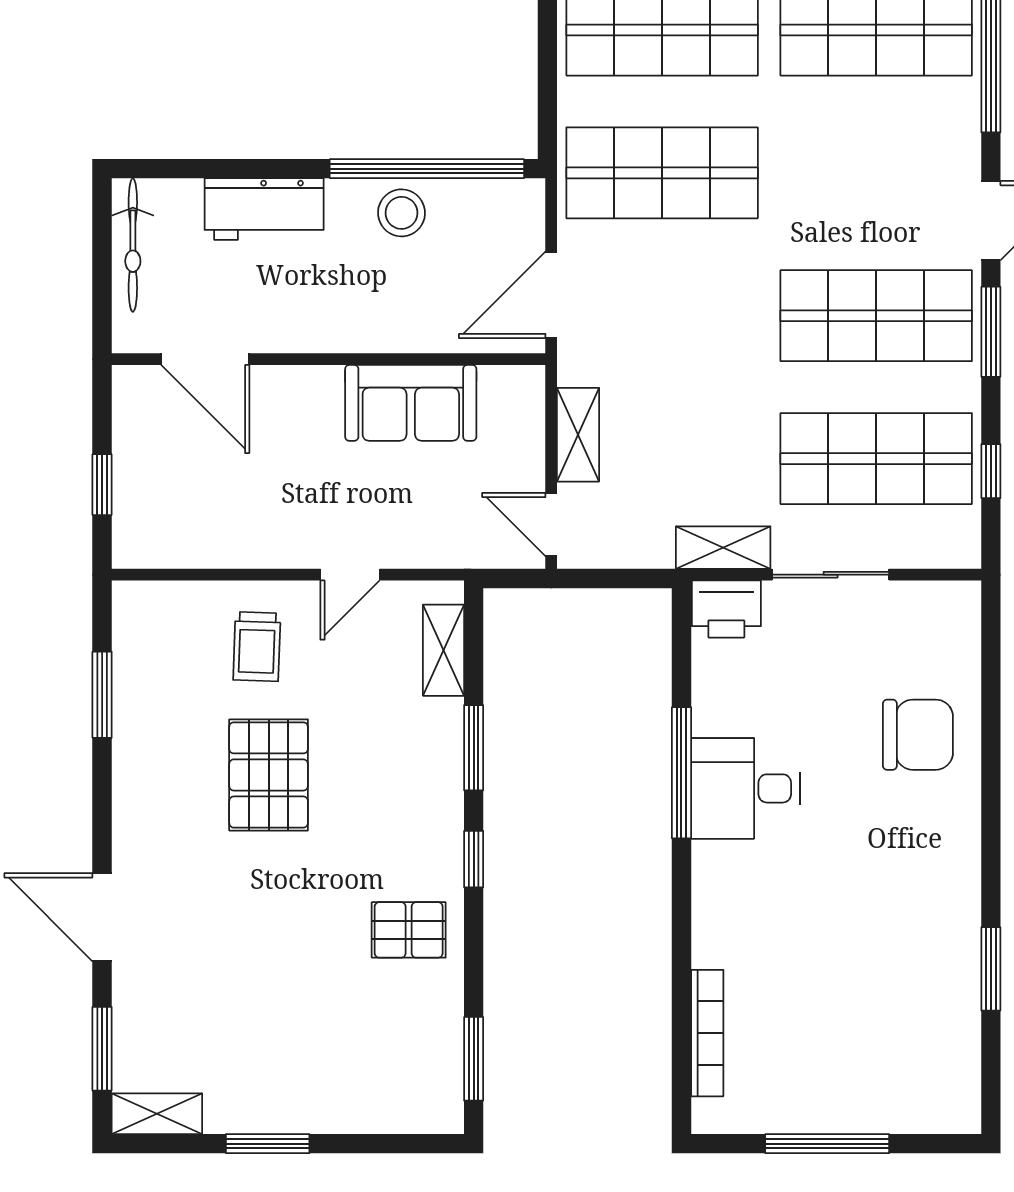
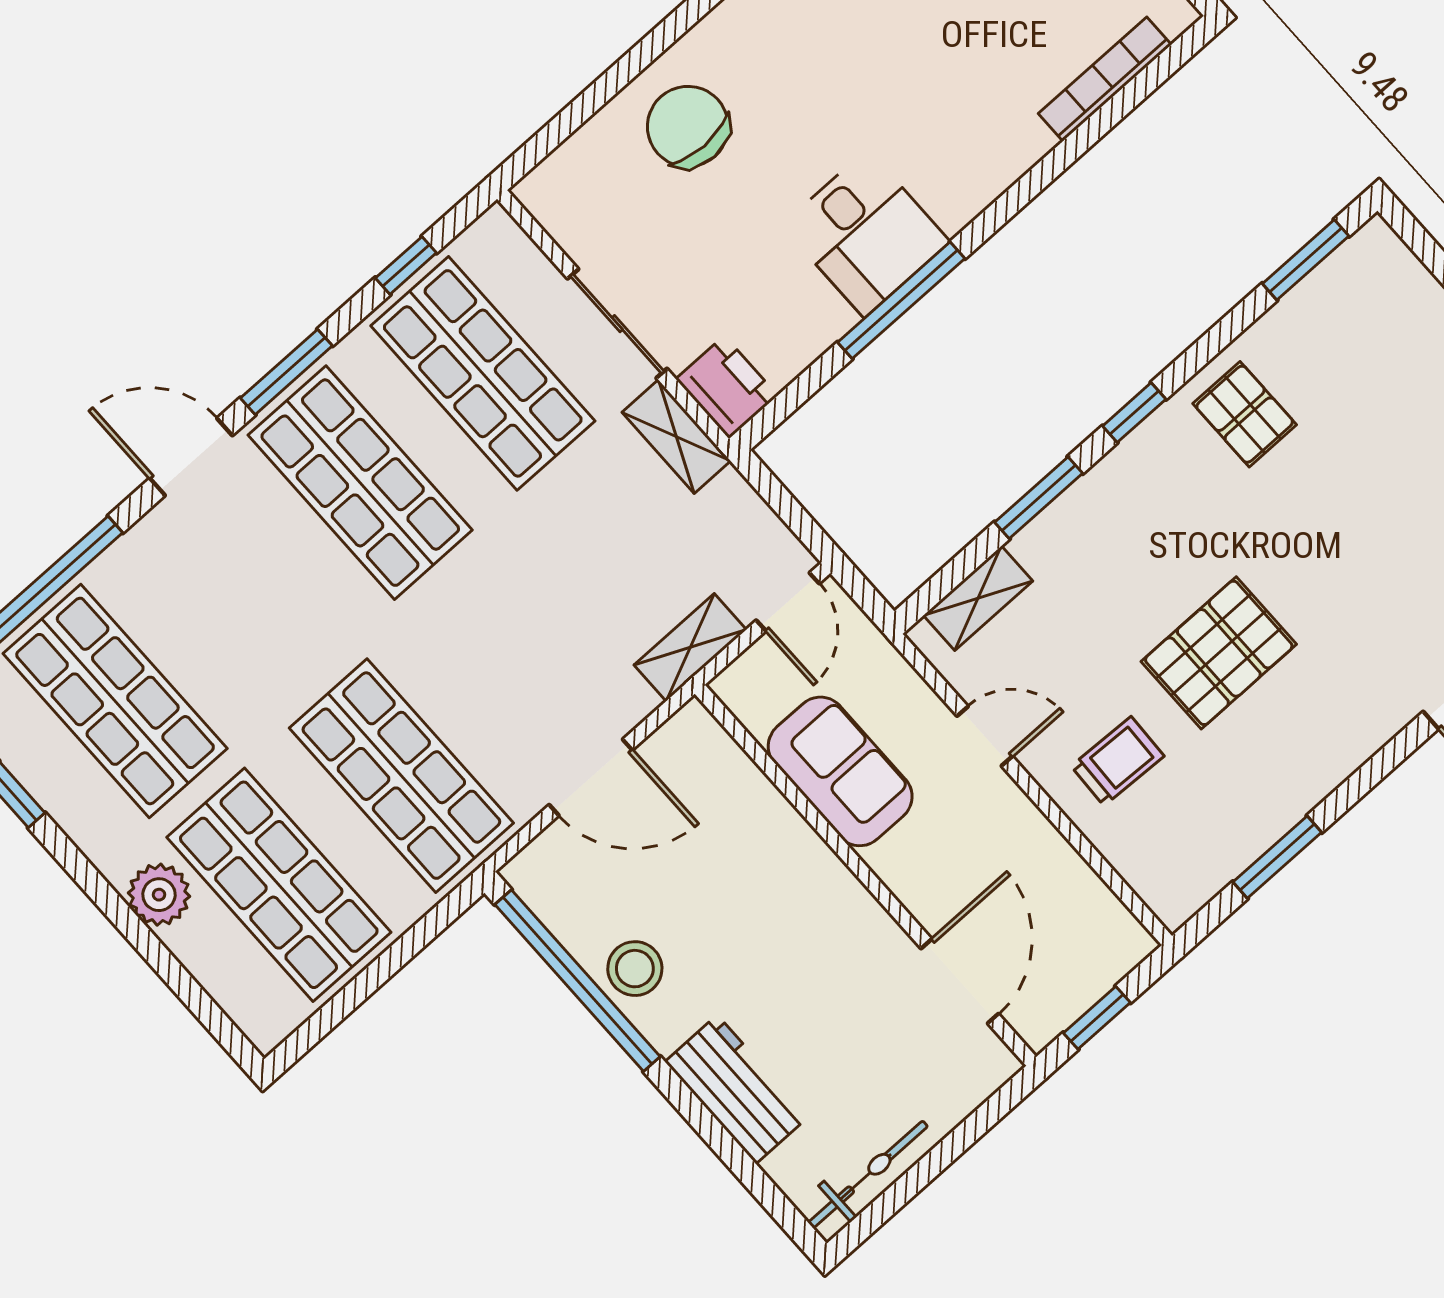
door: (205, 359) -> (960, 981), moved
wall: (329, 359) -> (866, 875), moved
sofa: (411, 403) -> (840, 771), moved

